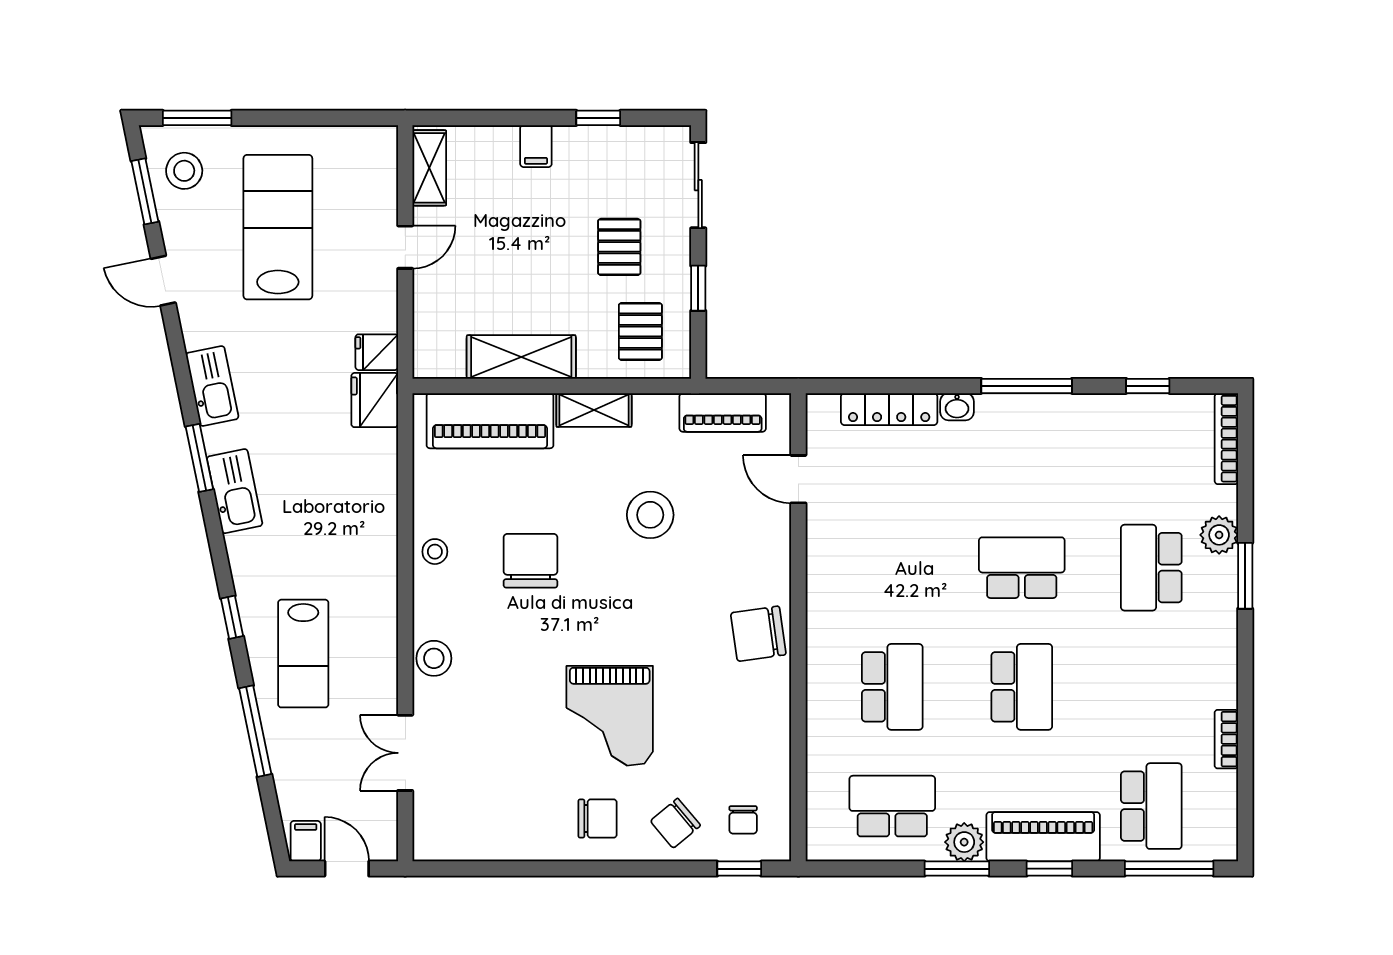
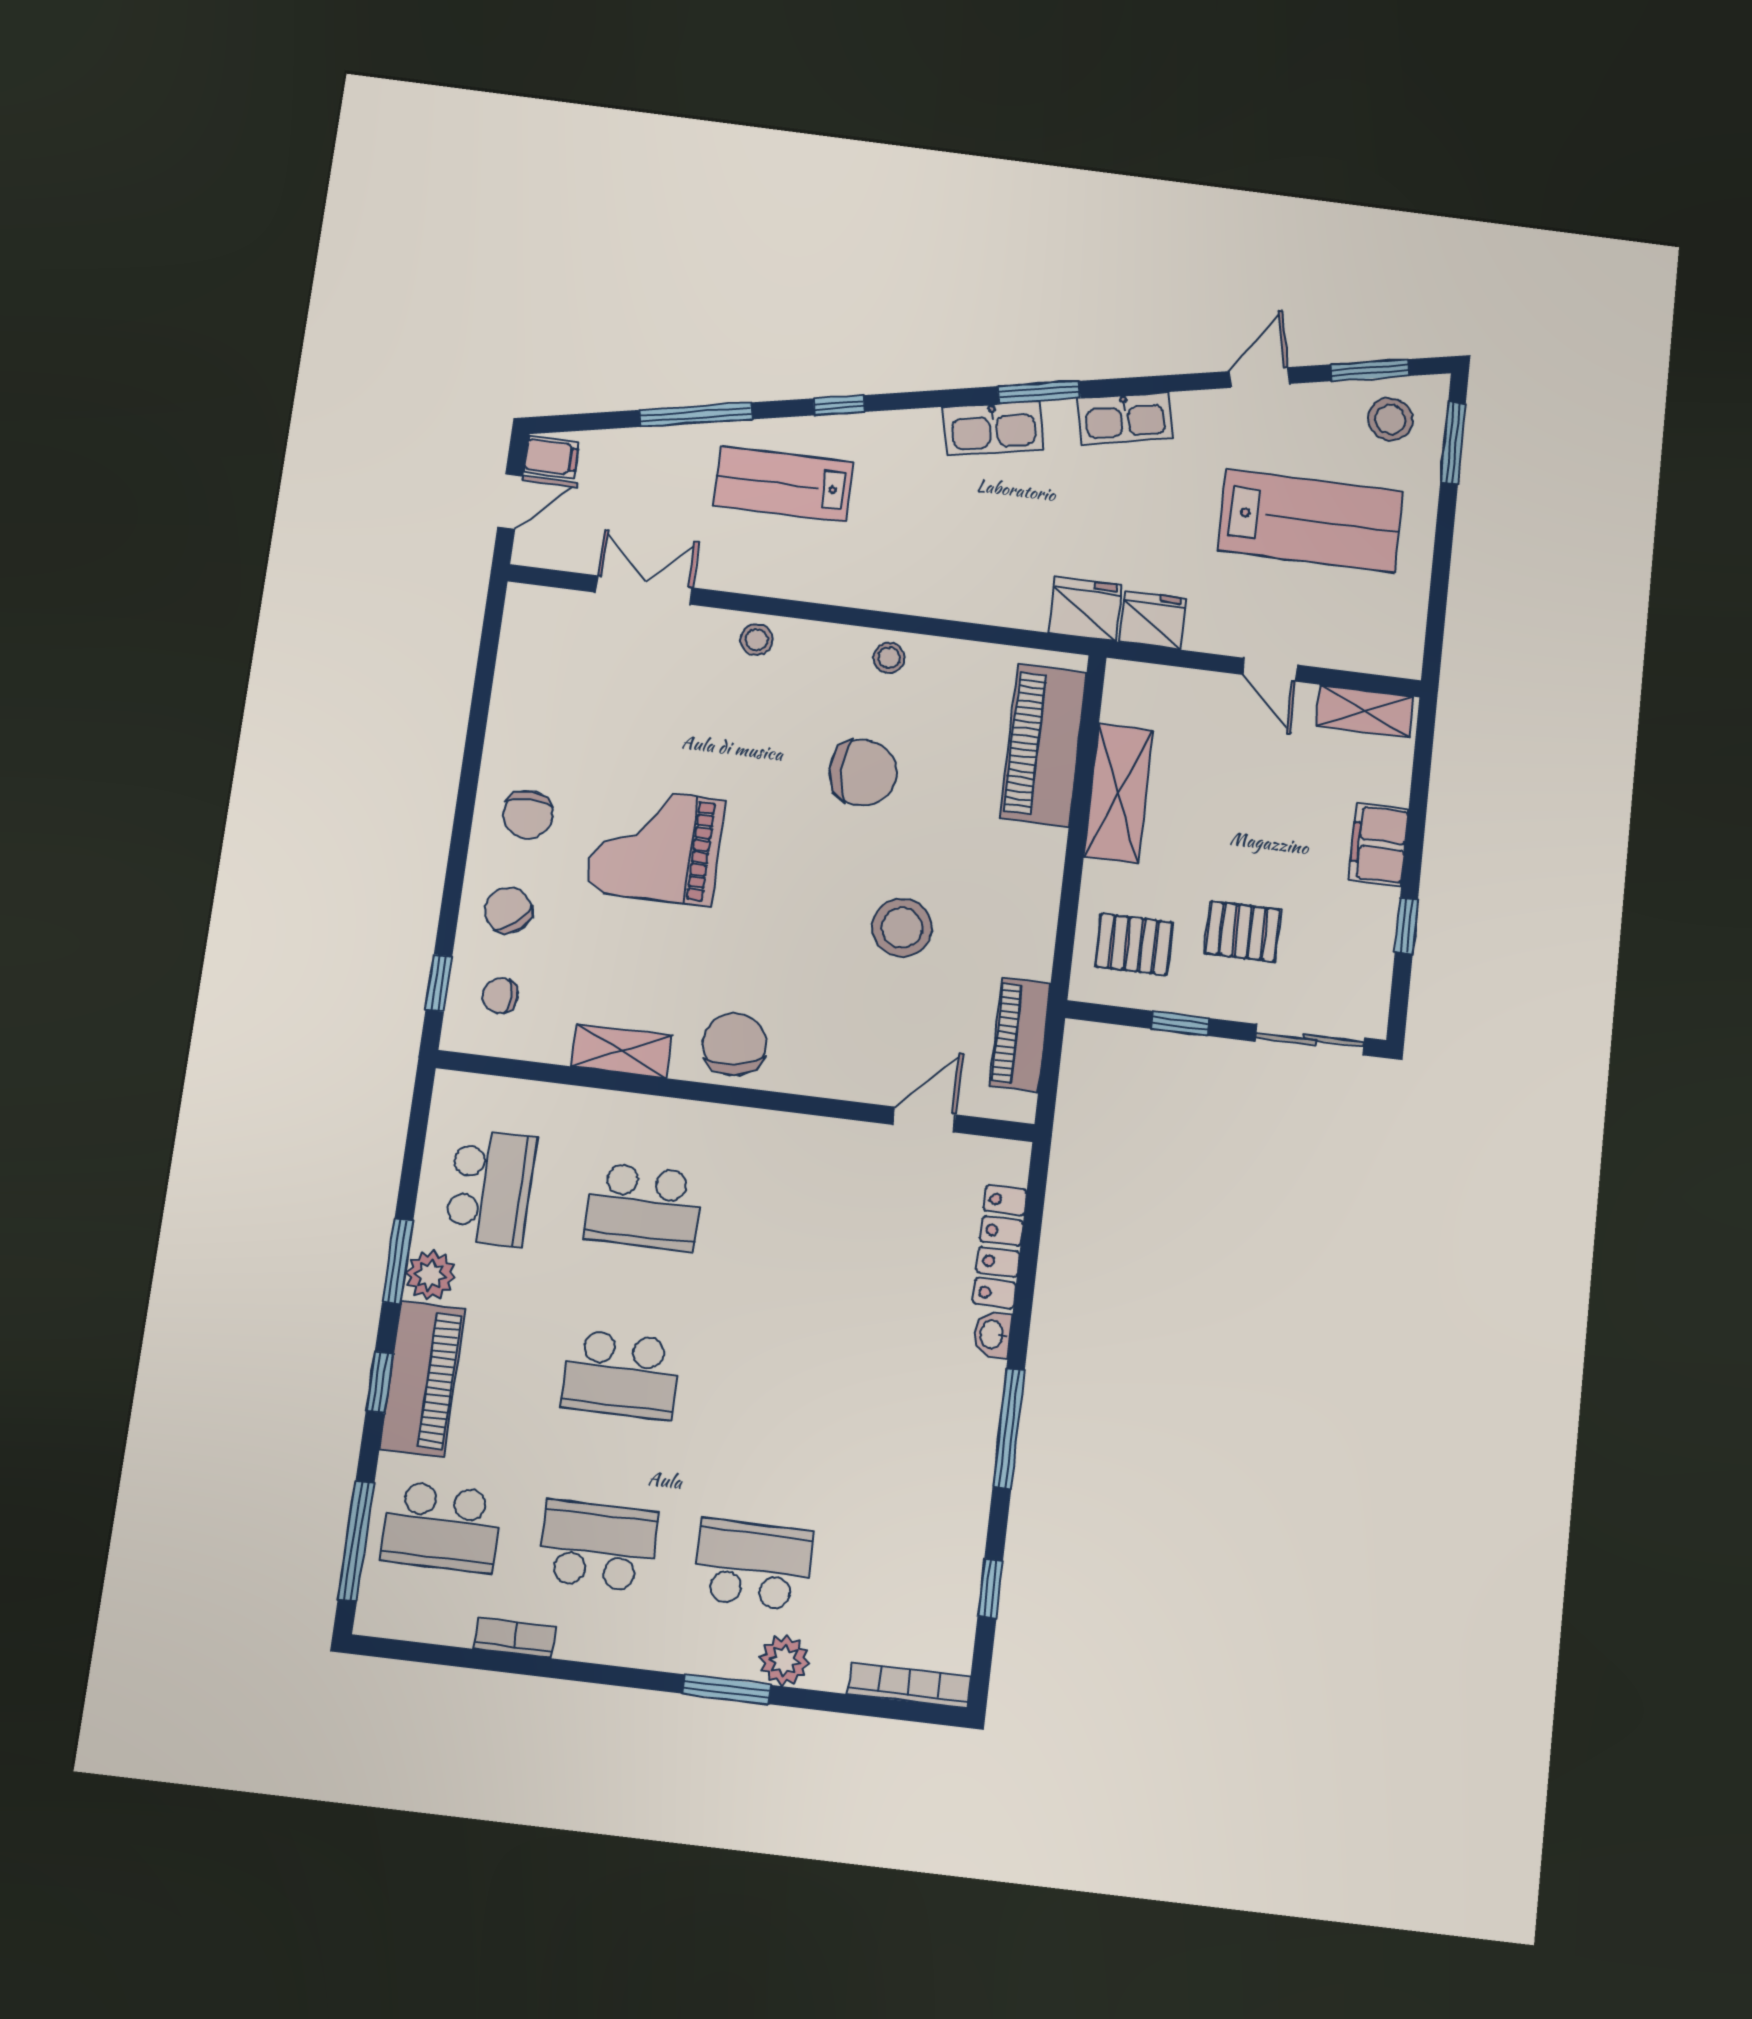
filing cabinet: (536, 146) -> (1379, 845), width x2.00
fridge: (377, 352) -> (1153, 620), width x1.38
shelving: (594, 410) -> (621, 1051), moved, turned 90
school desk: (1022, 568) -> (598, 1546), moved, turned -90
stool: (434, 658) -> (757, 640), width x0.73, depth x0.73

